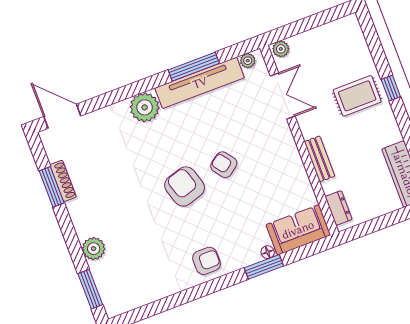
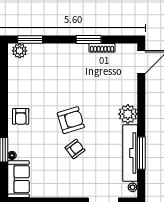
window: (52, 187) -> (89, 39), moved
plant: (94, 249) -> (20, 51), moved

